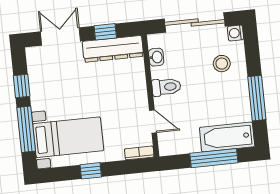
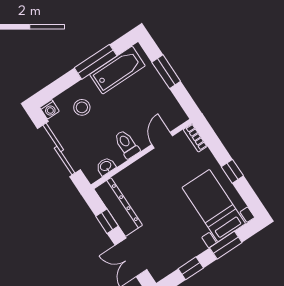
window: (26, 129) -> (226, 245), width x0.69
bathtub: (227, 137) -> (117, 70), moved, turned -90
window: (214, 158) -> (166, 72), width x0.69

